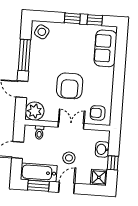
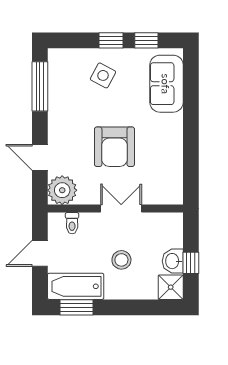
side table: (42, 32) -> (103, 75), moved
window: (24, 55) -> (40, 86), moved
armchair: (98, 113) -> (161, 186), removed
washbasin: (102, 149) -> (173, 261), moved
door: (67, 188) -> (121, 307), removed

